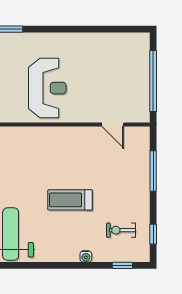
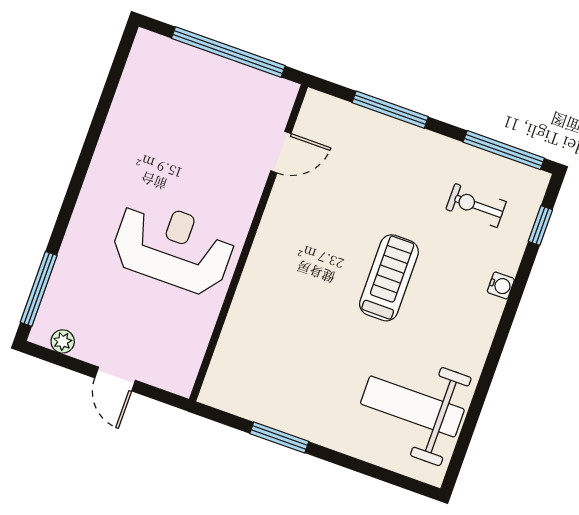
treadmill: (70, 200) -> (389, 278), turned 180
exercise bike: (121, 230) -> (476, 205), turned 90
window: (153, 234) -> (504, 150), width x2.17

